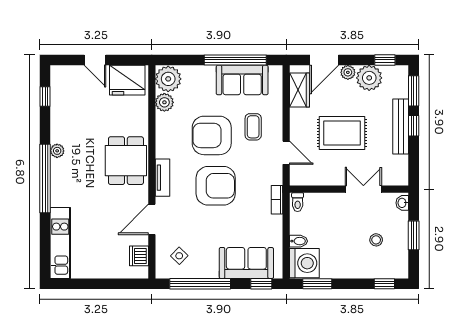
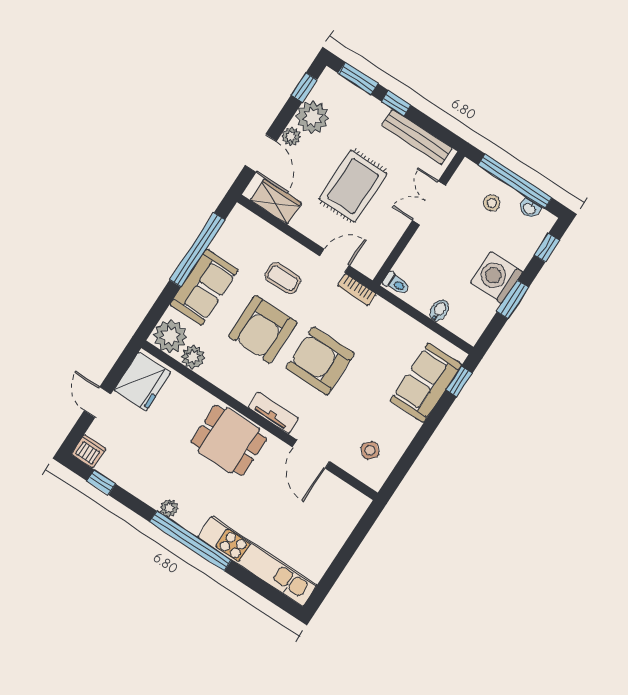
door: (95, 60) -> (97, 402), swing flipped
sofa: (242, 80) -> (204, 287), moved
bench: (401, 127) -> (417, 137), moved
armchair: (216, 186) -> (320, 361), turned -90
bookcase: (277, 200) -> (357, 290), moved
washbasin: (402, 203) -> (530, 208), moved
window: (414, 235) -> (515, 181), width x2.11
stool: (376, 240) -> (492, 203), moved
kitchen unit: (60, 243) -> (257, 561), width x1.36
dishwasher: (139, 256) -> (89, 451), moved, turned 180
washing machine: (304, 263) -> (496, 277), moved, turned -90
window: (200, 284) -> (415, 448), removed
window: (317, 284) -> (513, 300), moved

